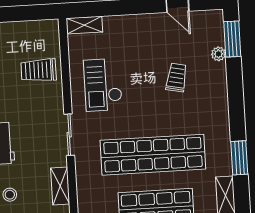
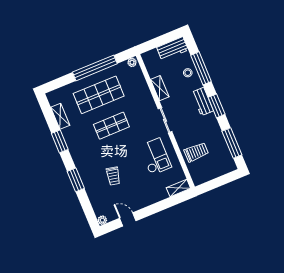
window: (232, 39) -> (76, 180), moved
plant: (218, 54) -> (102, 220), moved
shop shelf: (153, 155) -> (111, 126), width x0.50, depth x0.74

